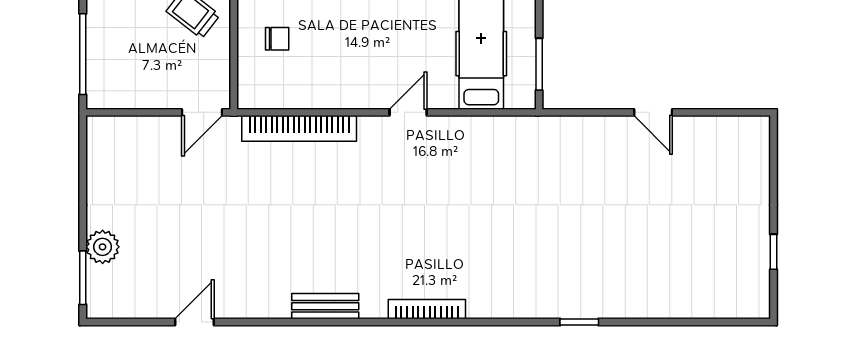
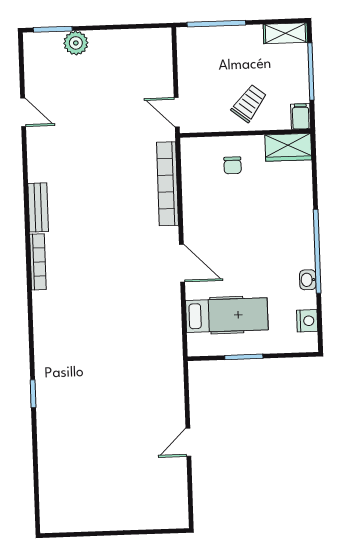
window: (539, 64) -> (244, 357), moved
door: (408, 112) -> (182, 263), width x1.38
window: (773, 252) -> (89, 534), removed
bookcase: (427, 309) -> (38, 262), moved

